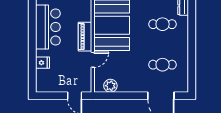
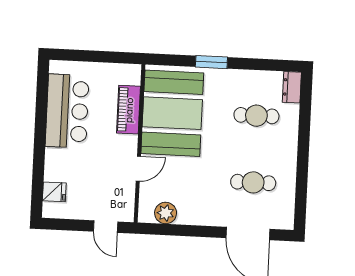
piano: (85, 37) -> (129, 110), moved
fridge: (43, 63) -> (54, 192), moved

